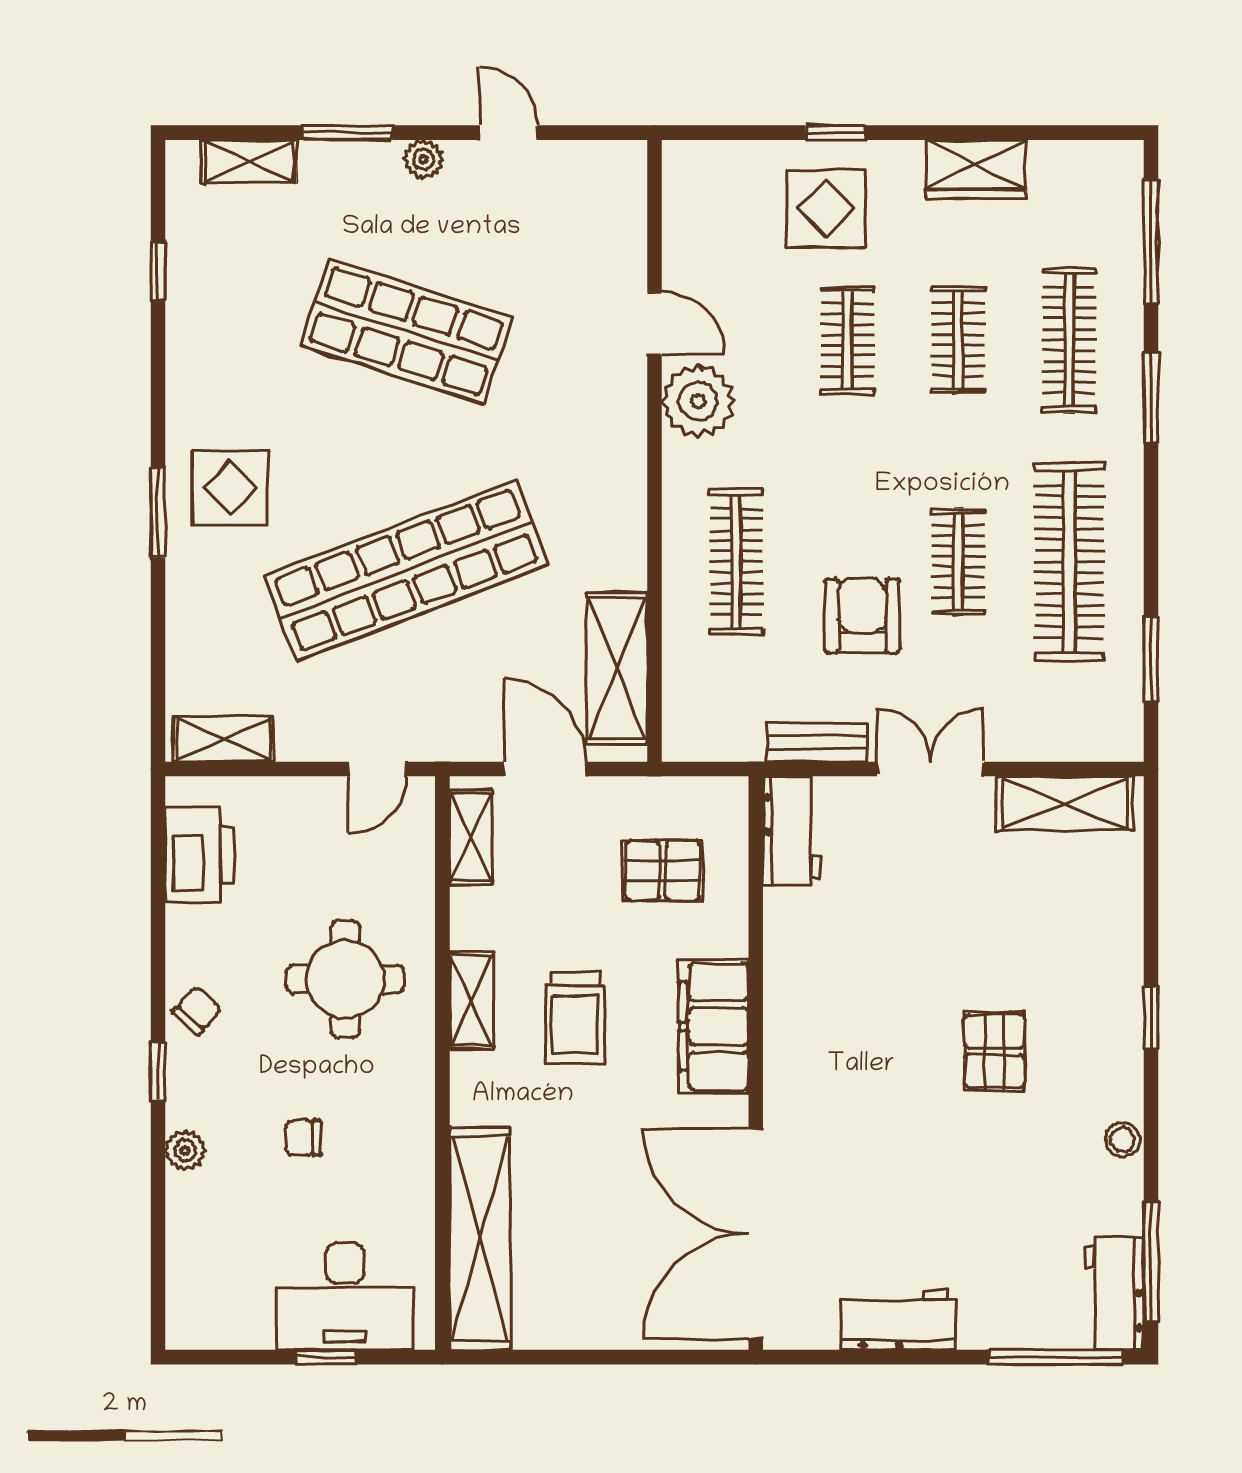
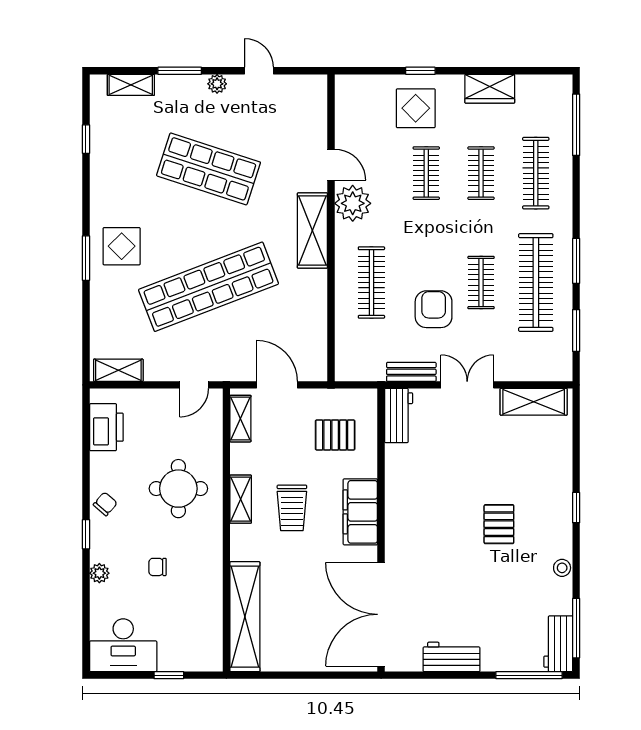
window: (1151, 397) -> (576, 261), moved
shelving: (617, 668) -> (312, 231), moved
desk: (345, 1296) -> (123, 645), moved

